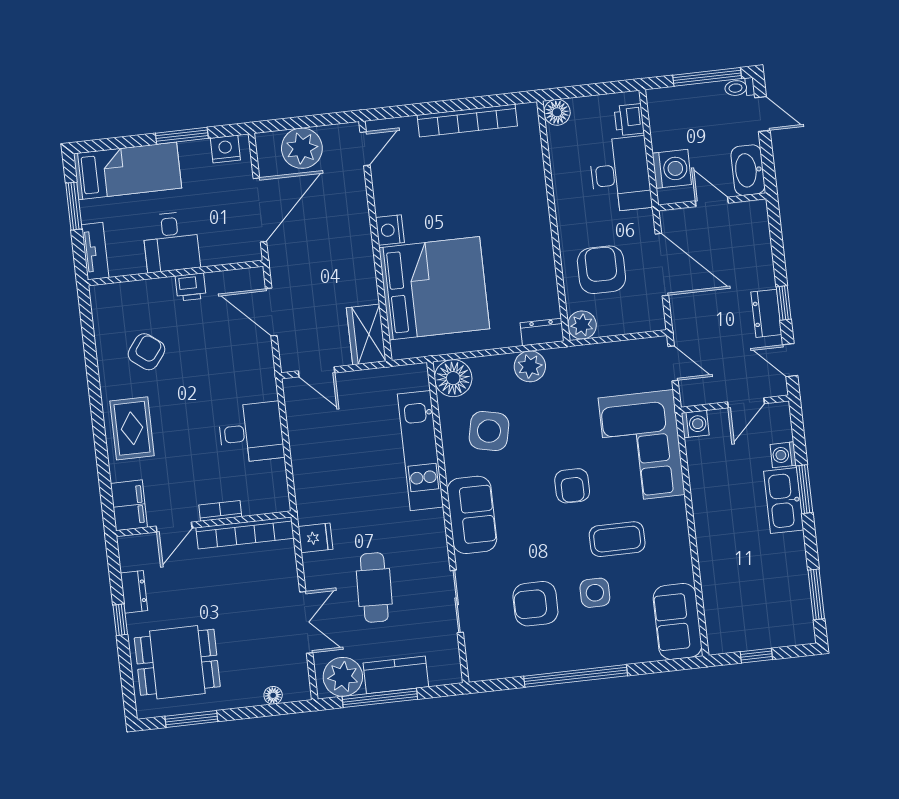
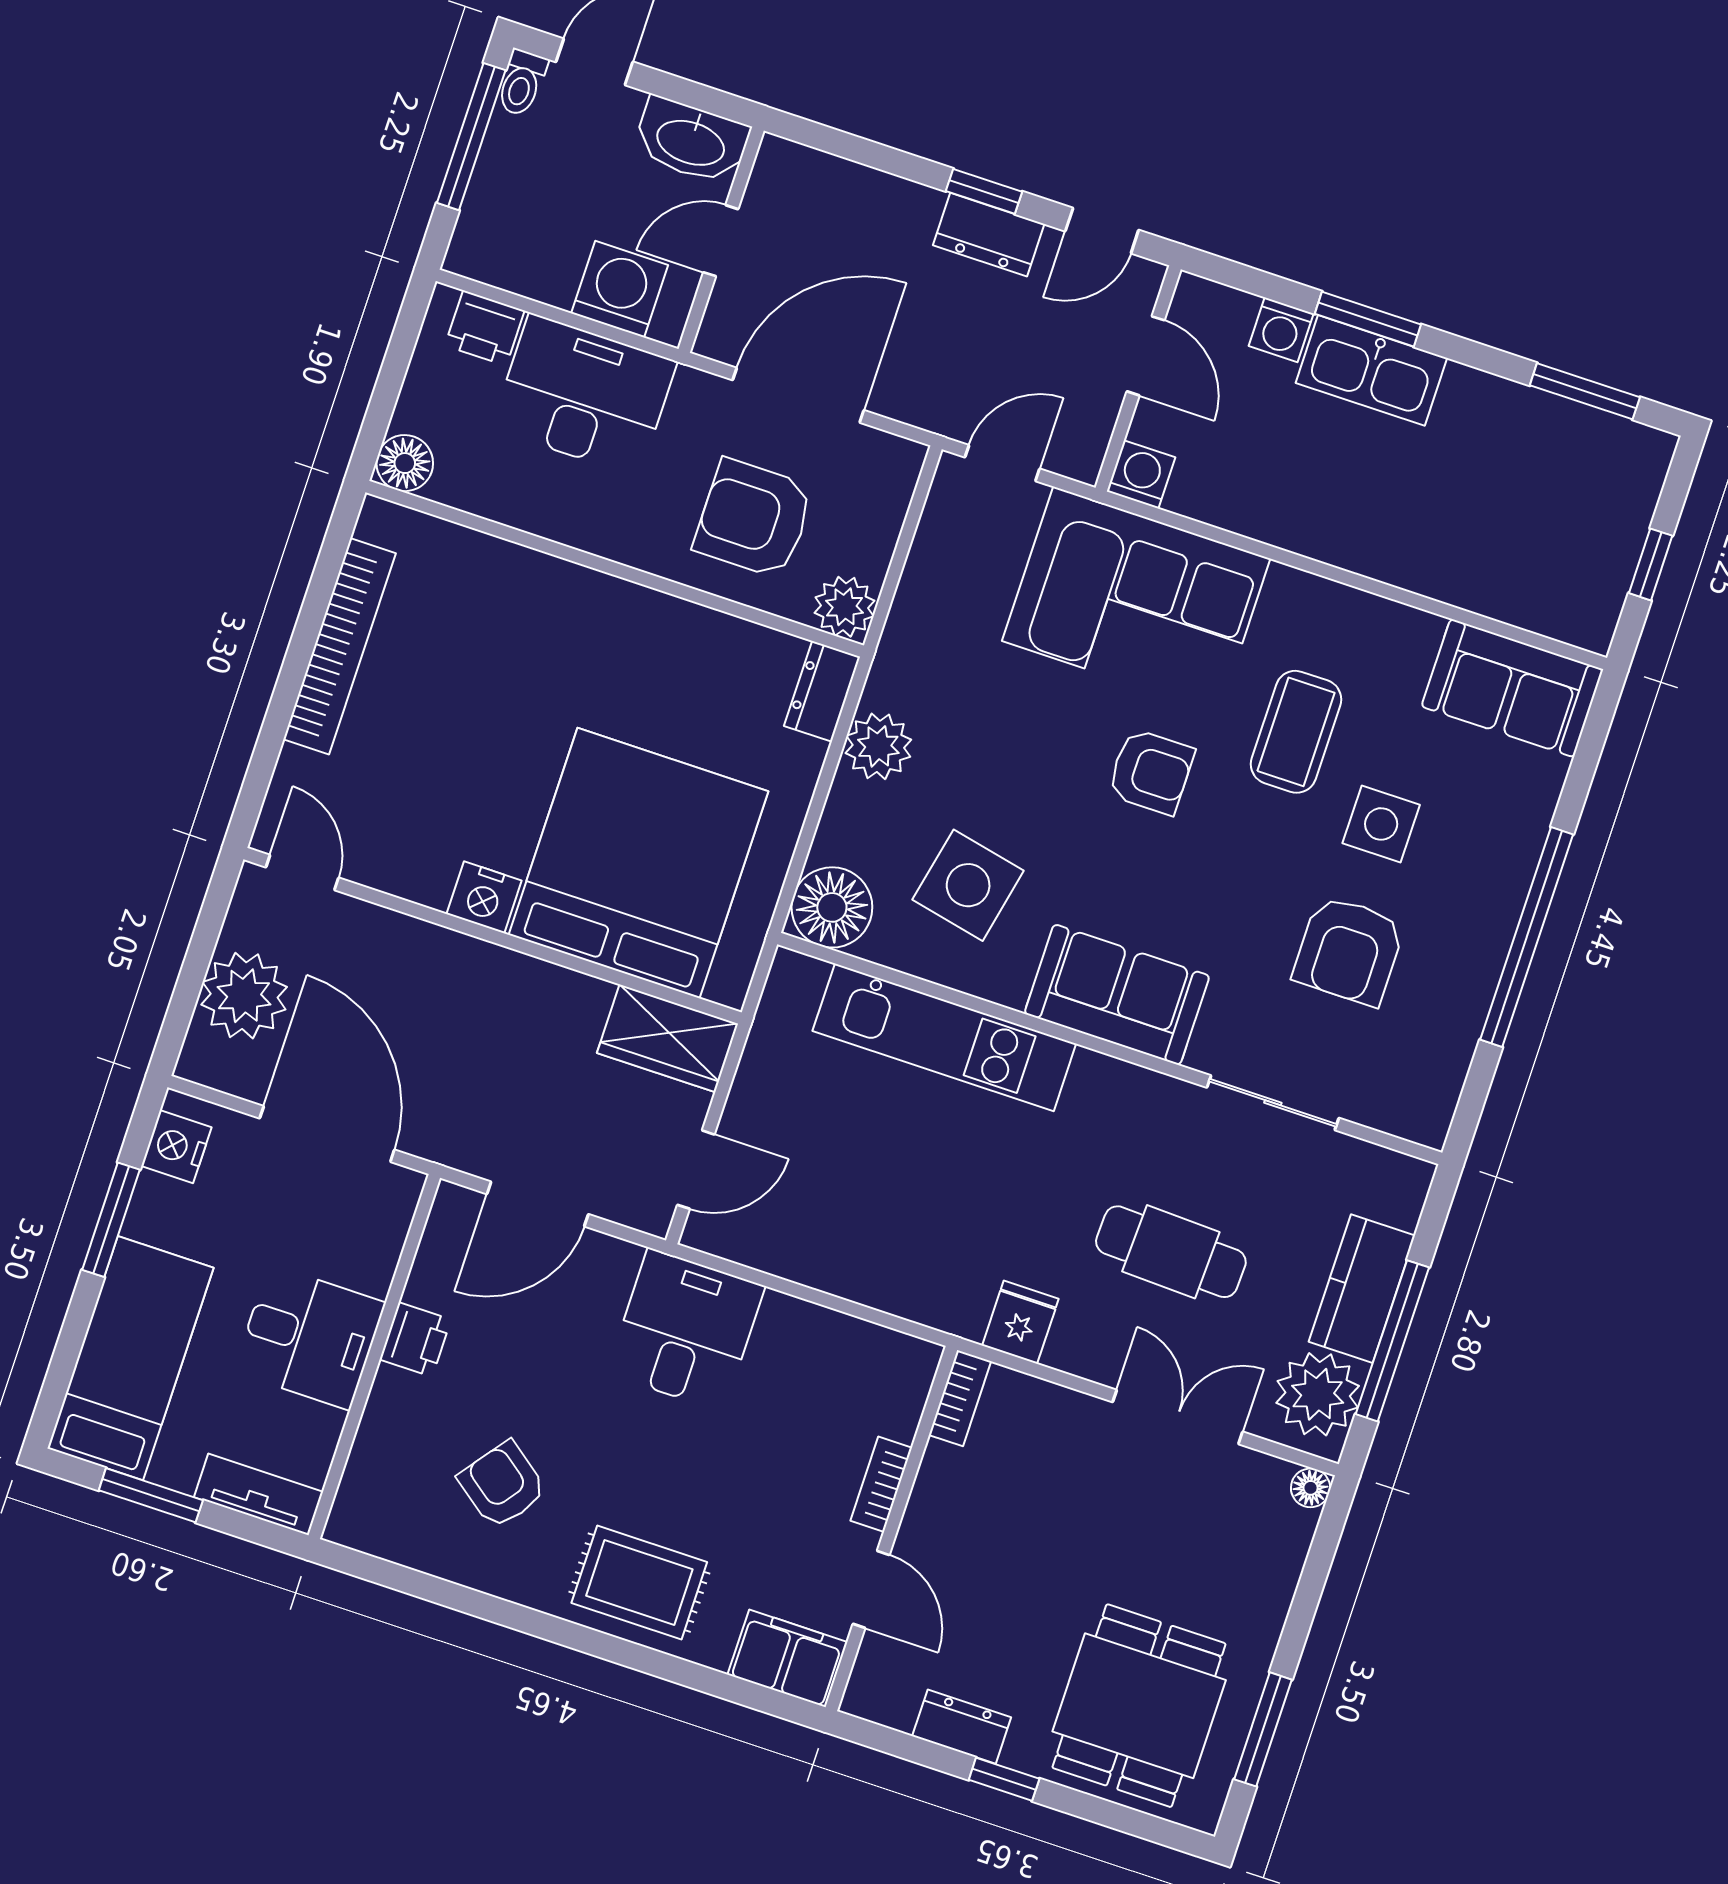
desk: (251, 432) -> (686, 1330), moved
bookcase: (245, 533) -> (960, 1398), width x0.43, depth x0.76
floor lamp: (273, 695) -> (1311, 1488), moved

